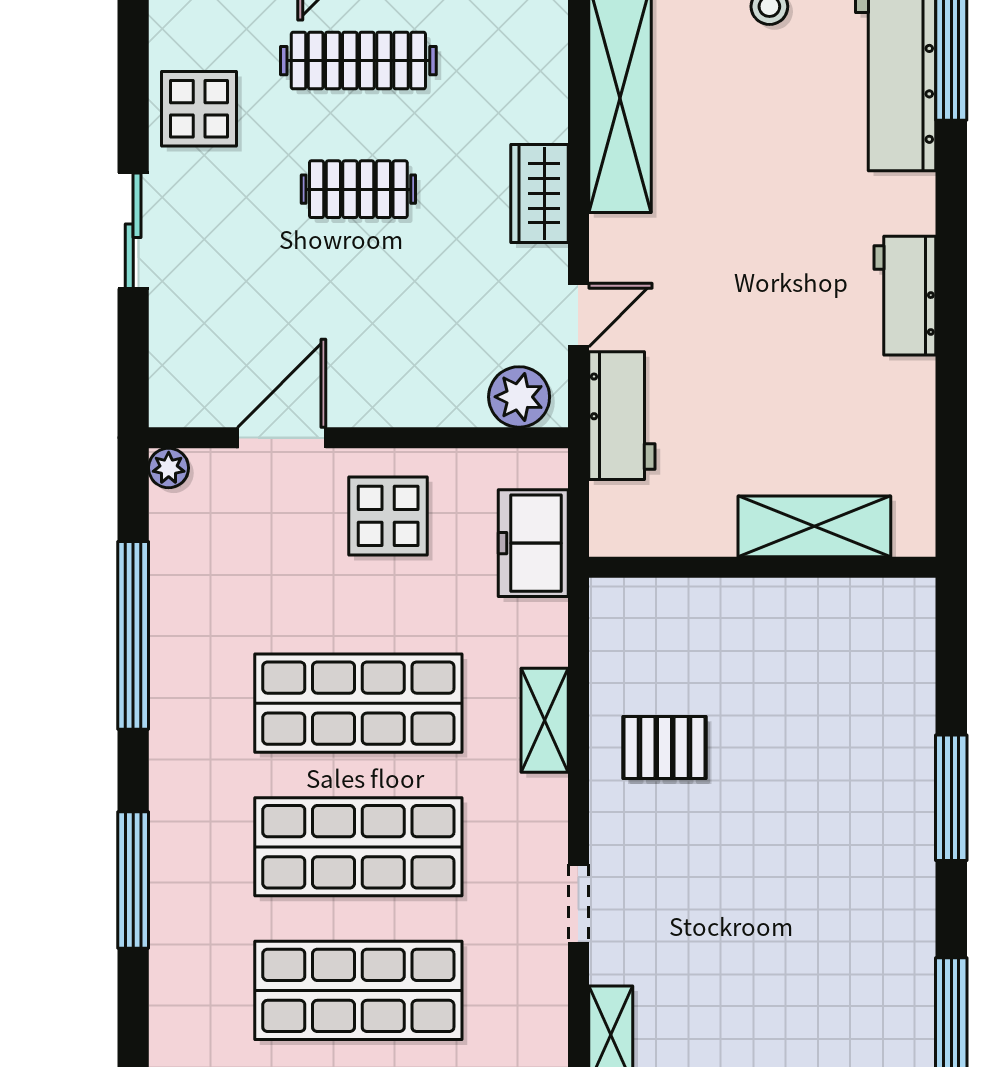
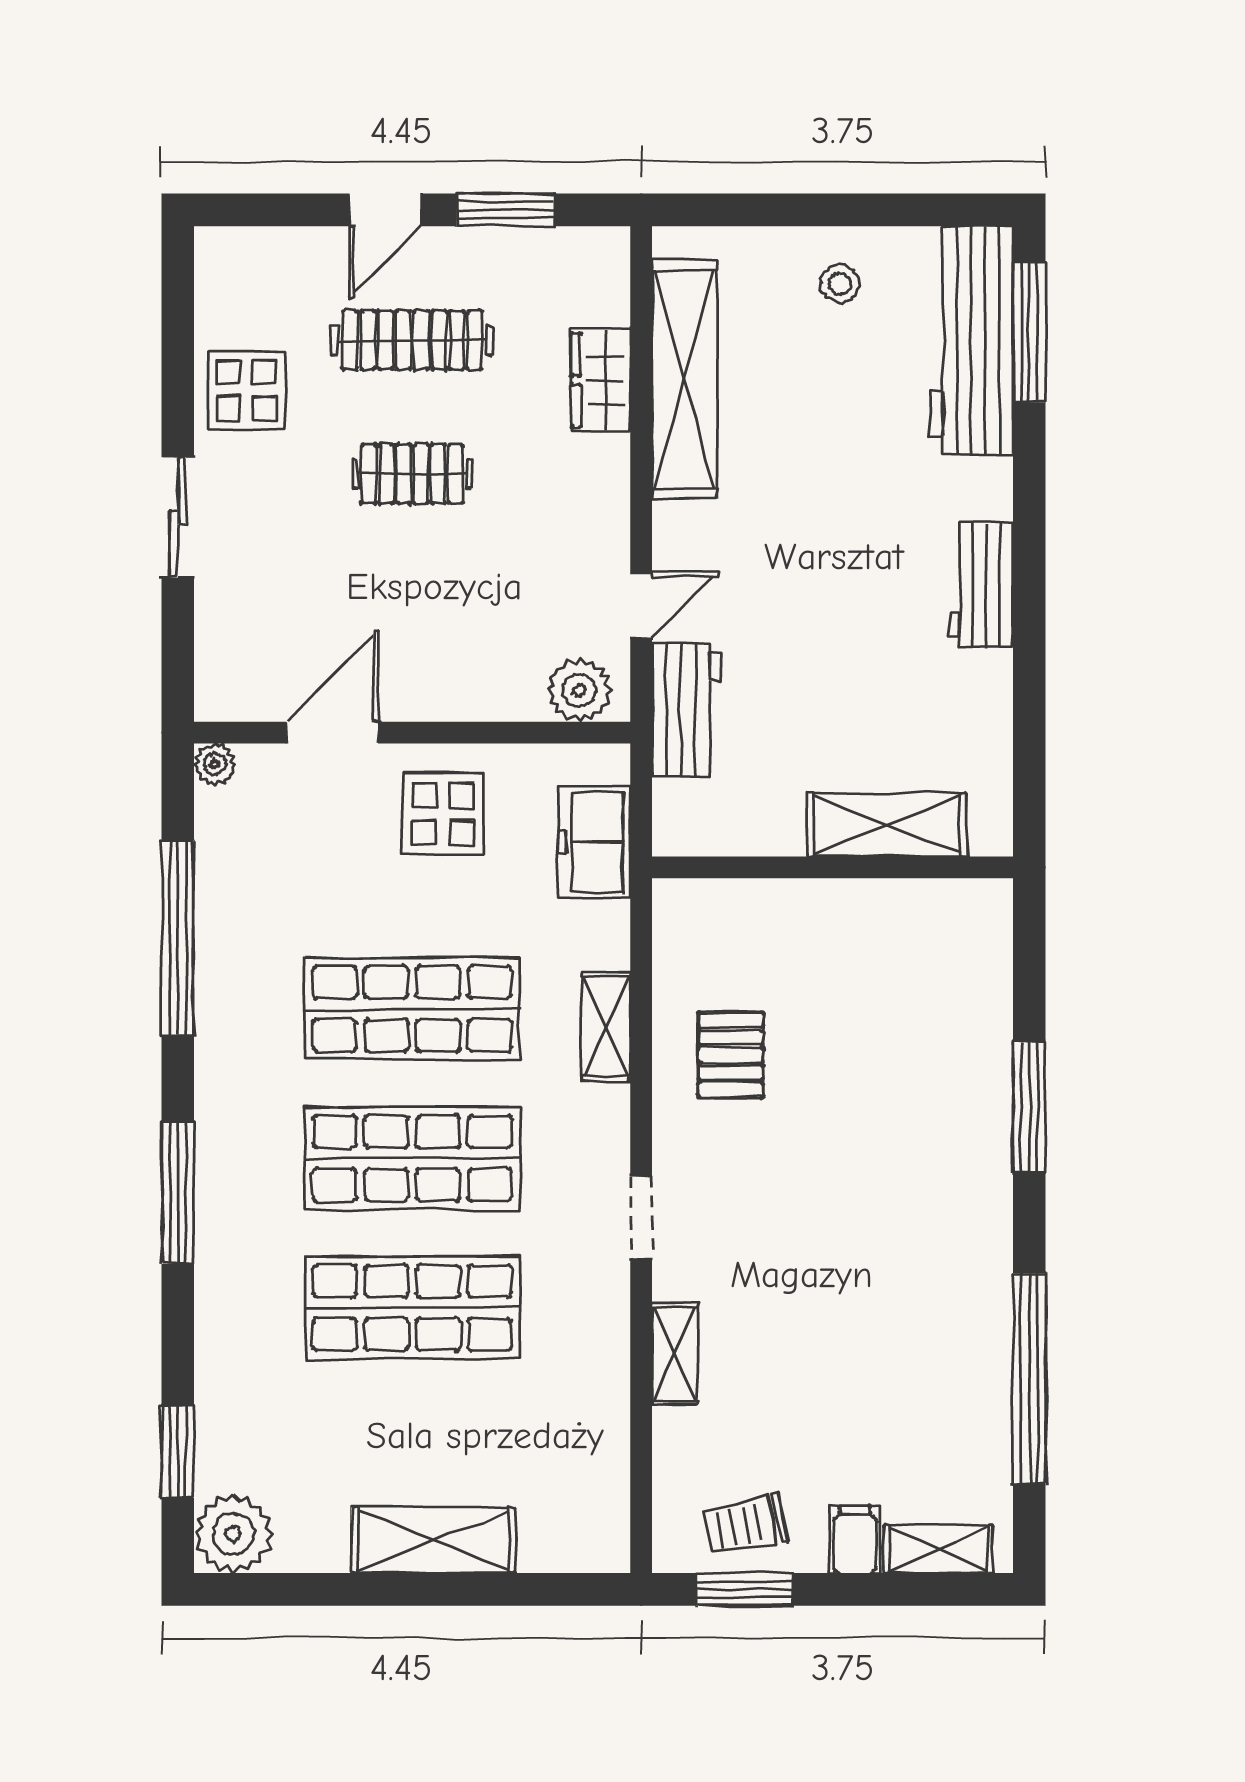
wardrobe: (540, 193) -> (601, 380), moved
pallet: (665, 748) -> (731, 1055), turned 90

